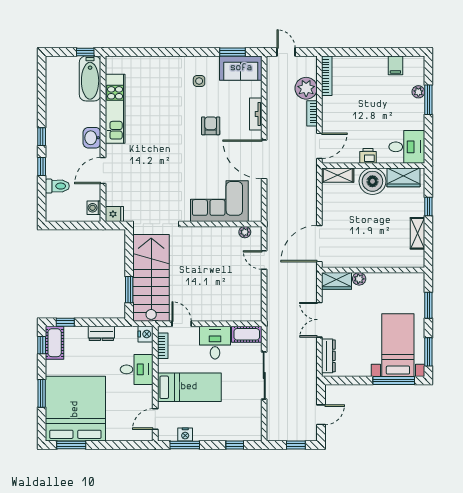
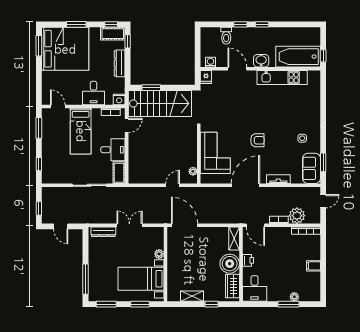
filing cabinet: (395, 65) -> (313, 266), moved
bathtub: (90, 78) -> (298, 57), width x1.36, depth x1.36
armchair: (211, 126) -> (257, 140), moved
wardrobe: (337, 281) -> (158, 238), removed
dresser: (101, 333) -> (120, 63), width x1.44
bed with nightstands: (398, 345) -> (141, 279), moved, turned 180
nightstand: (185, 435) -> (46, 128), removed

